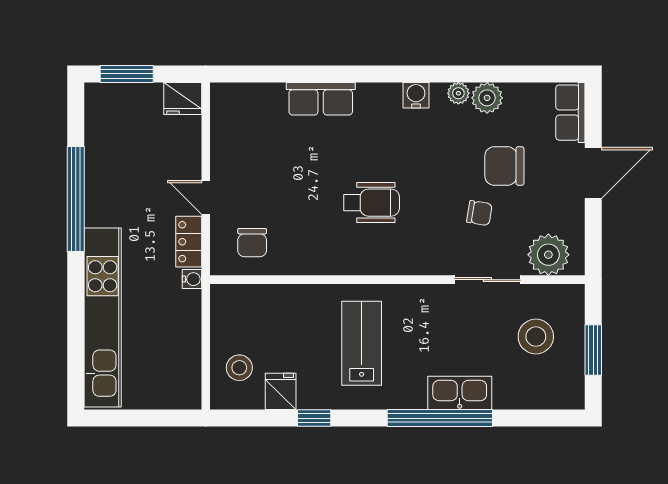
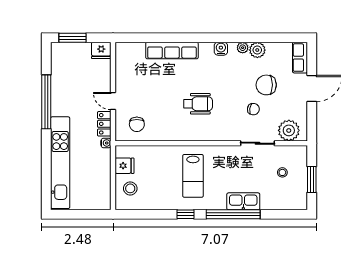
row of seats: (321, 99) -> (172, 51), width x1.48
stool: (536, 337) -> (282, 172), width x0.53, depth x0.53
lab bench: (362, 343) -> (193, 176), turned 180
fridge: (281, 391) -> (125, 166), moved, turned 90
window: (314, 418) -> (186, 214), moved

